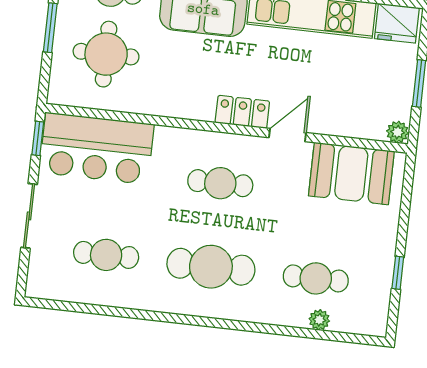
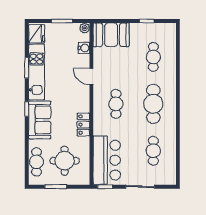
locker: (242, 112) -> (83, 125), moved
water cooler: (353, 126) -> (84, 48), added
booth: (351, 174) -> (111, 35), moved, turned 90
plant: (319, 320) -> (171, 53), removed

